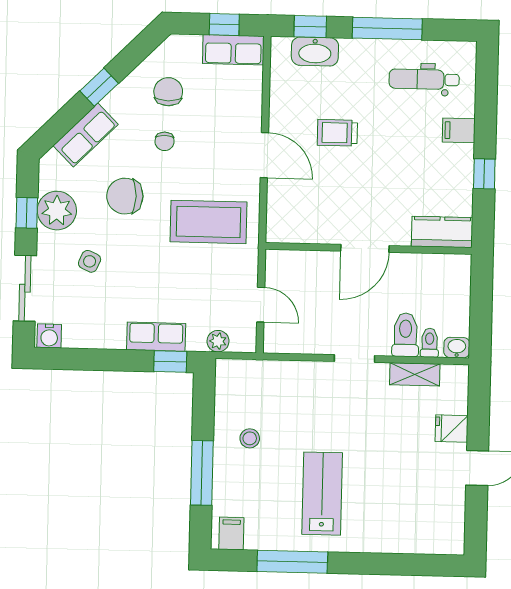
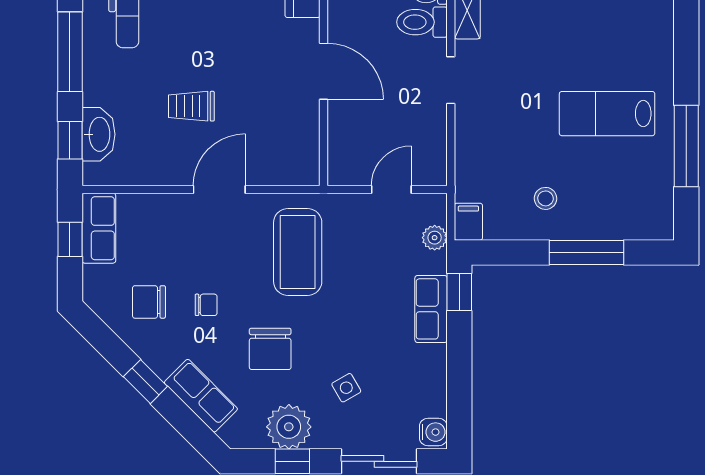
trolley: (337, 133) -> (191, 106), turned 90
side table: (90, 261) -> (346, 388), turned 36
filing cabinet: (231, 533) -> (468, 222), moved, turned 90

